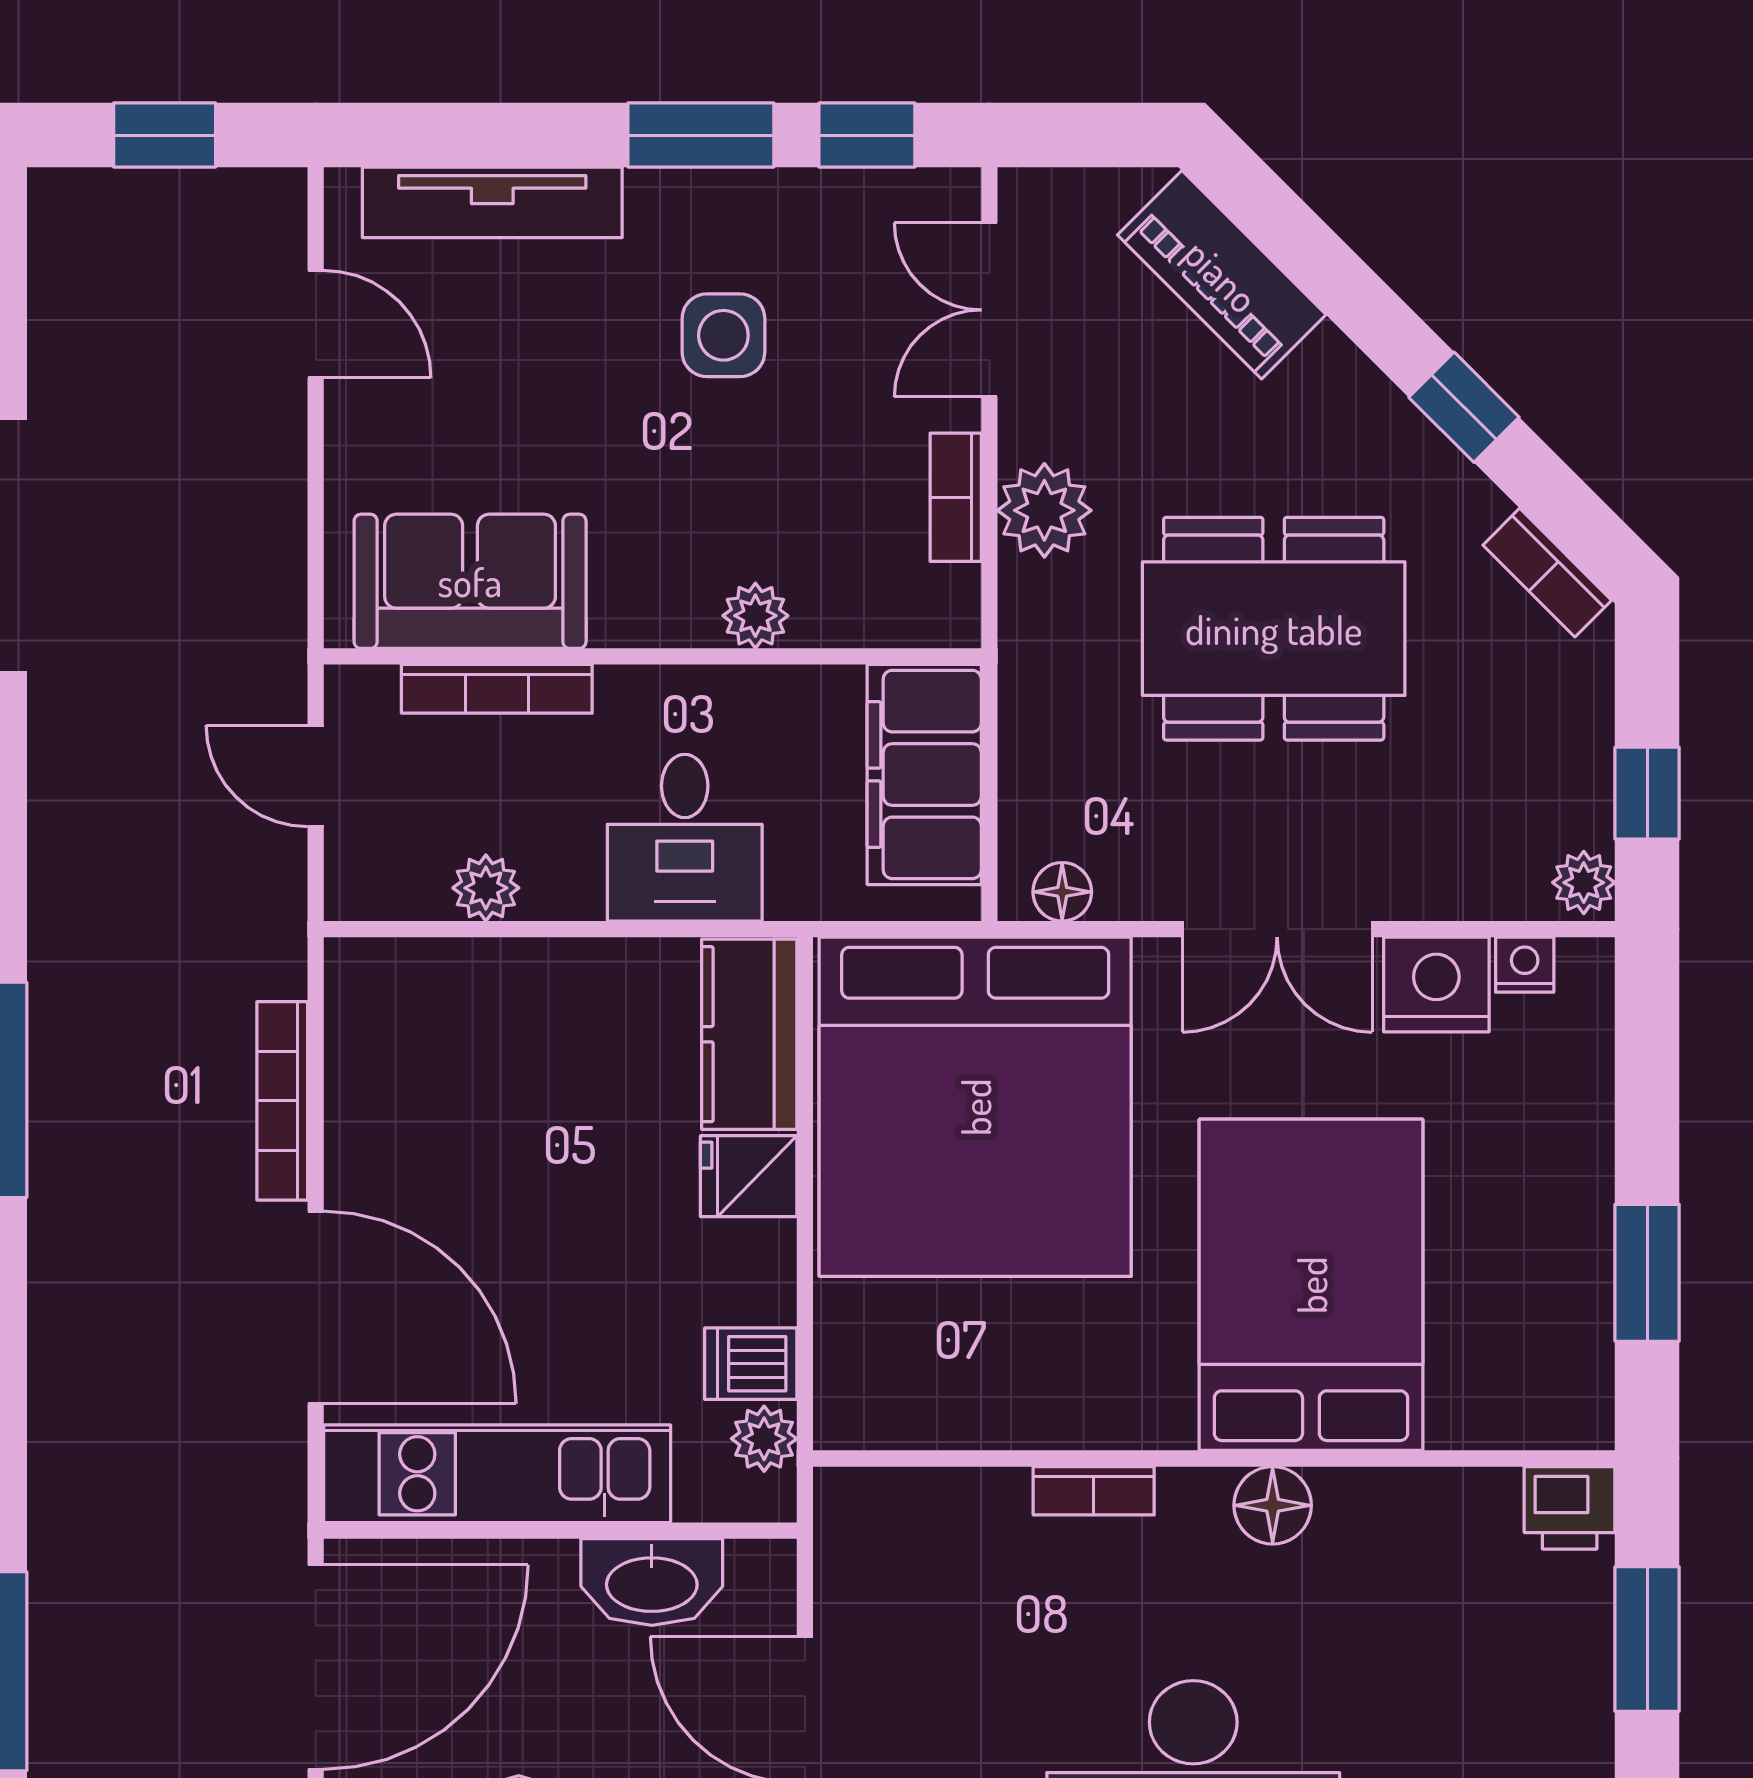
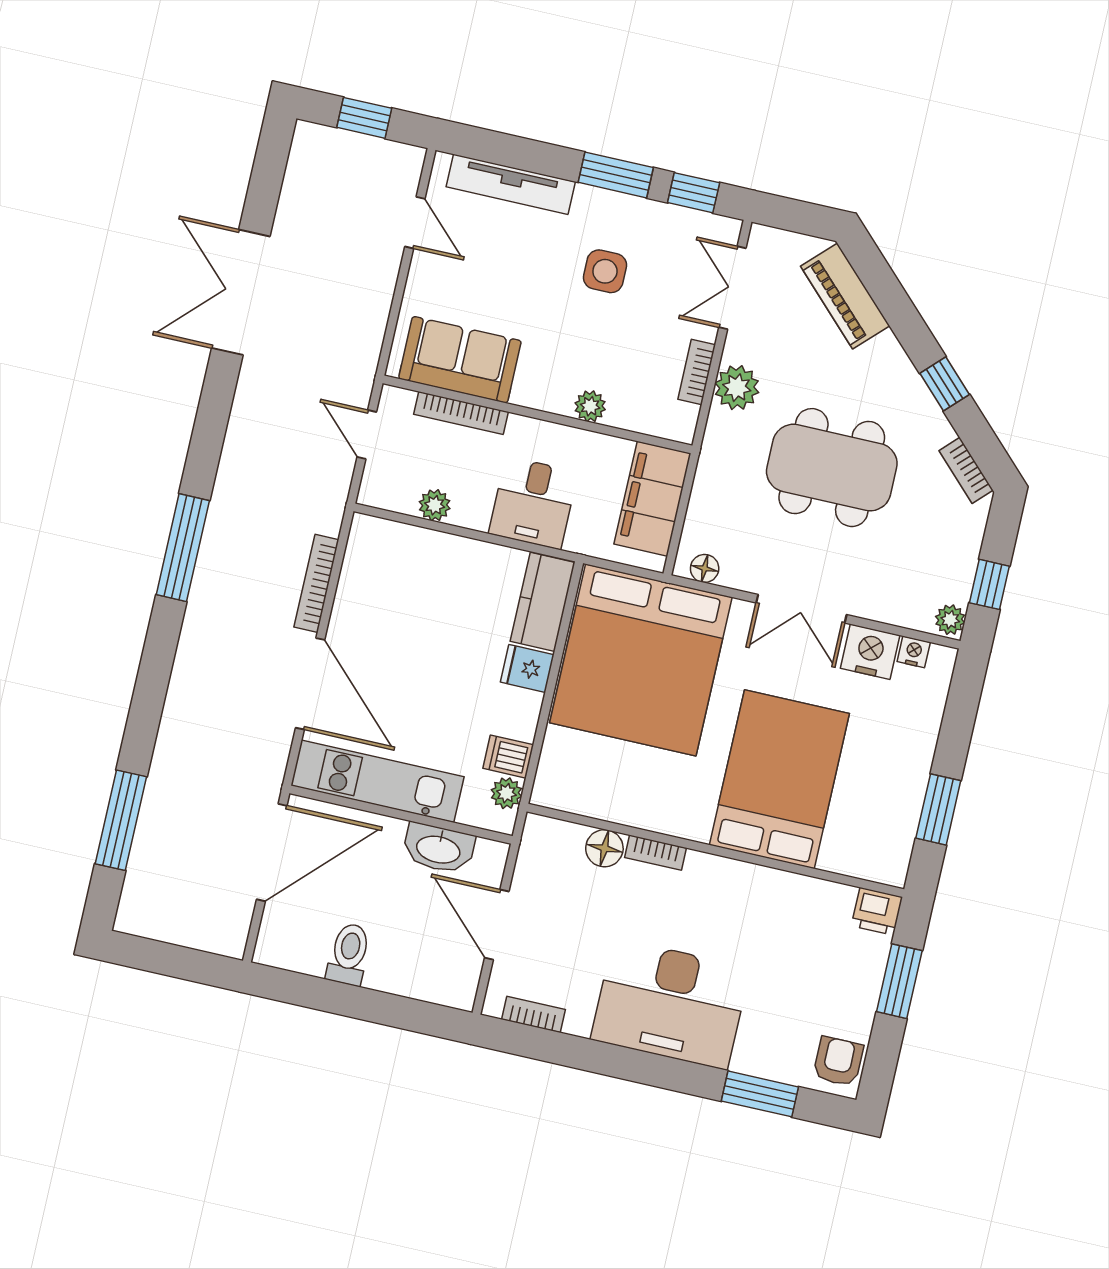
floor lamp: (1273, 1505) -> (604, 848), moved

